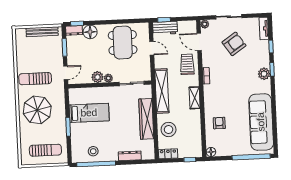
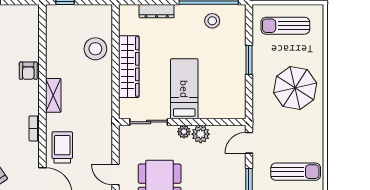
trolley: (187, 64) -> (62, 147), turned 180
sun lounger: (35, 79) -> (296, 172), moved
shelving: (162, 91) -> (103, 108), removed
bed: (89, 113) -> (184, 89), moved, turned 90
armchair: (219, 123) -> (28, 71), moved
floor lamp: (211, 152) -> (32, 11), removed
locker: (168, 154) -> (98, 12), removed

